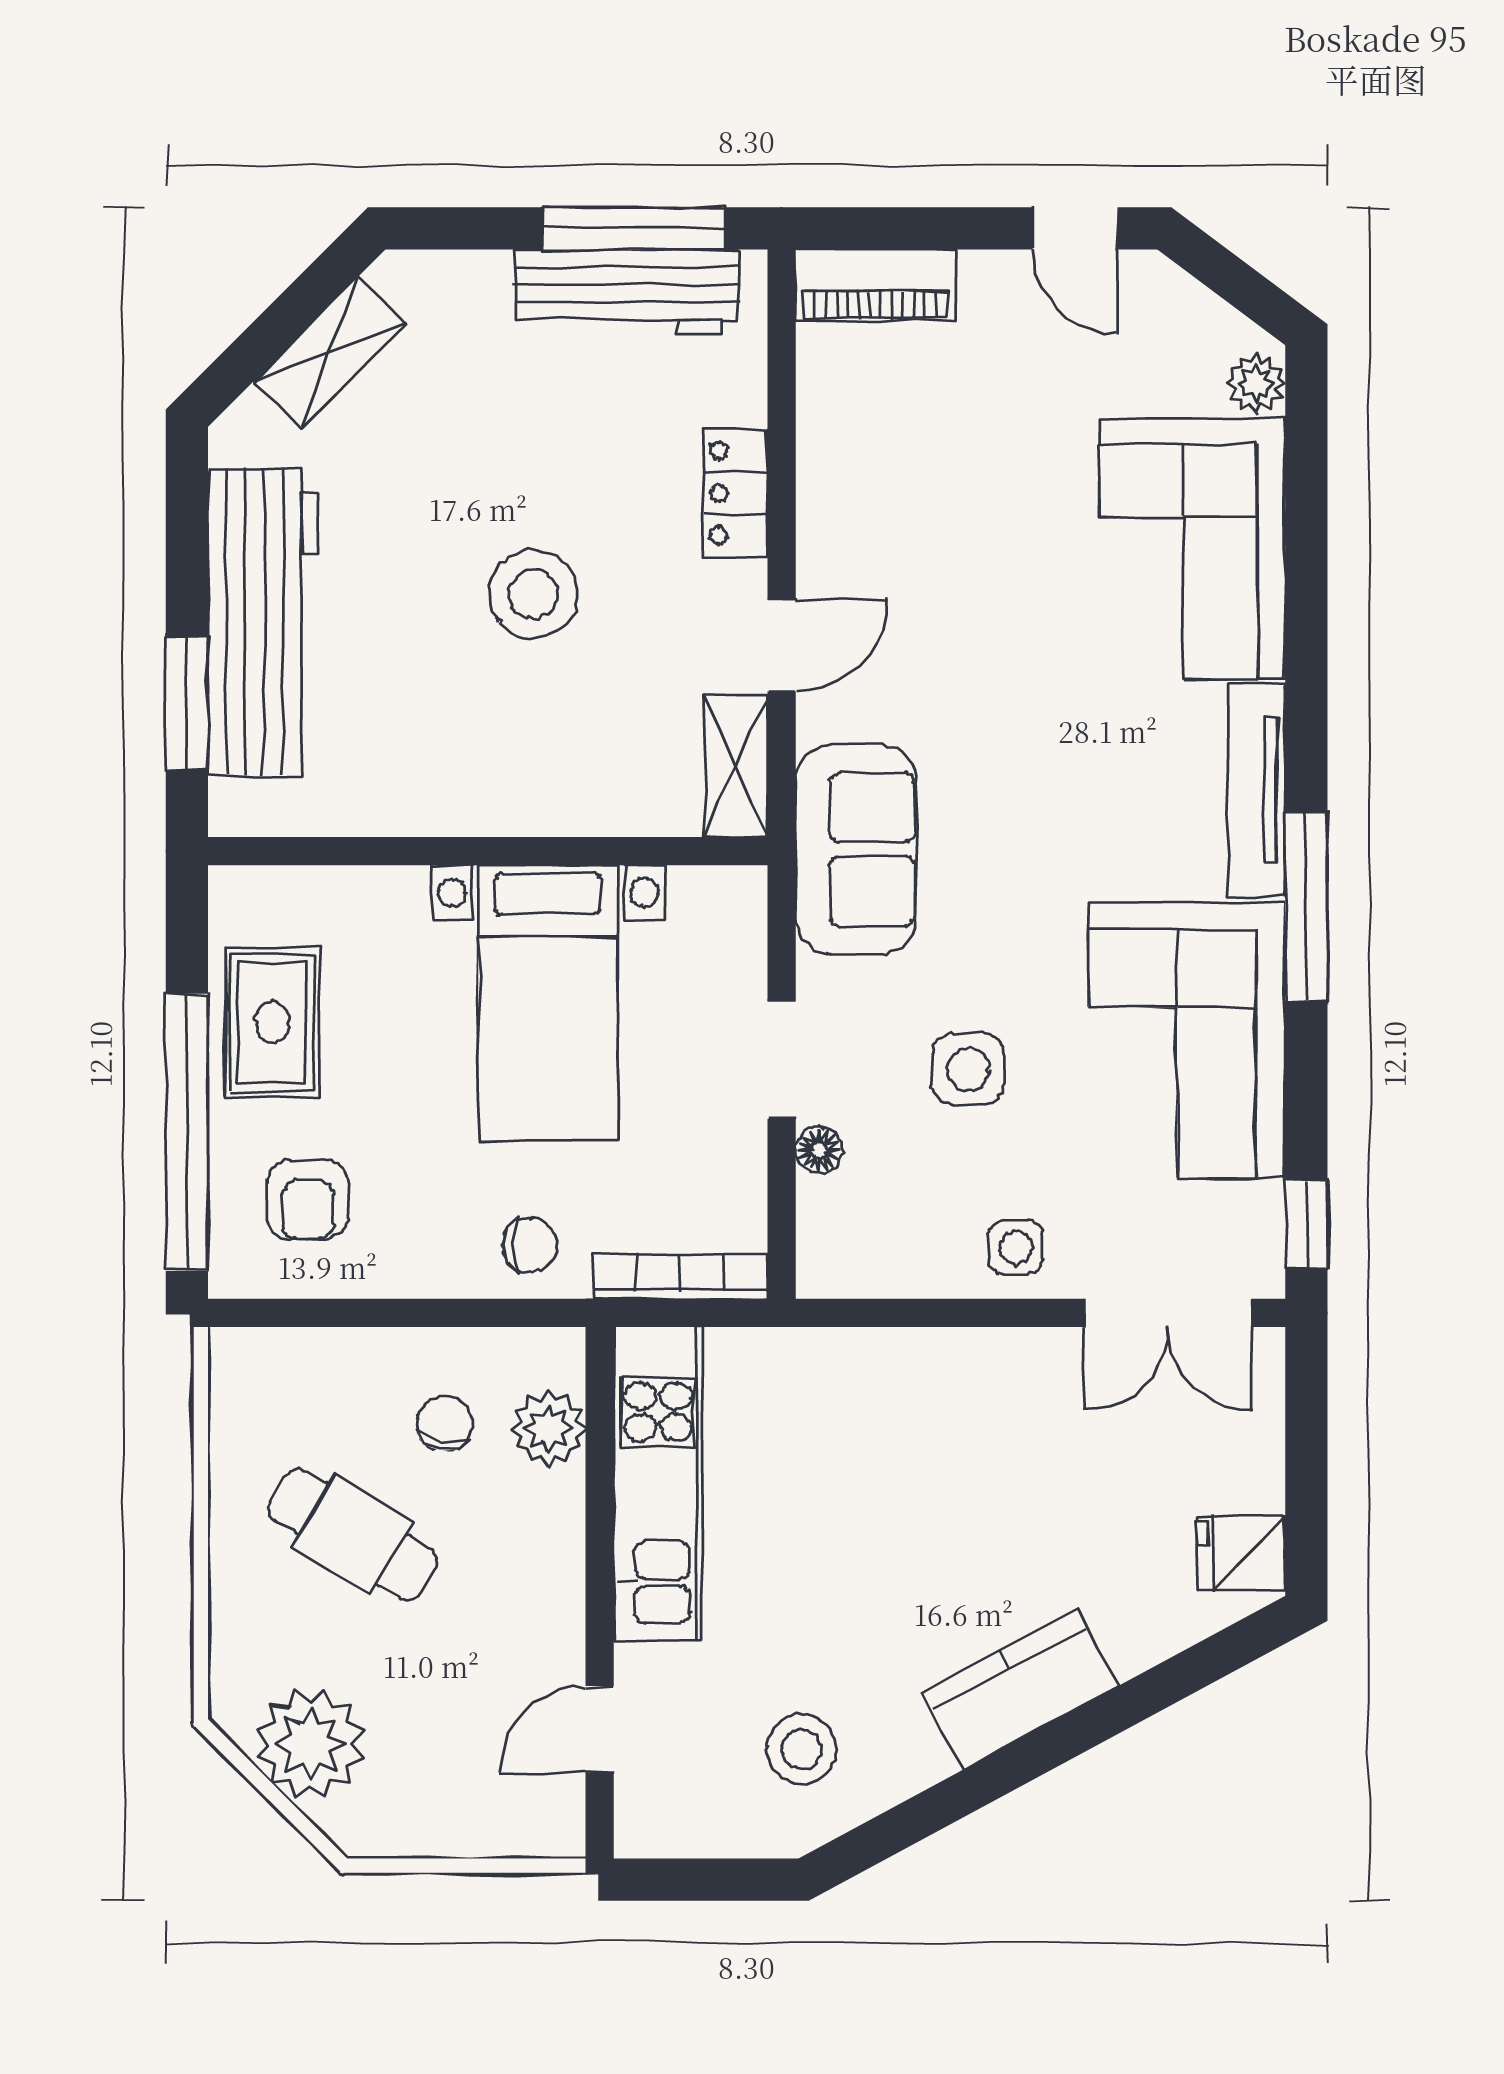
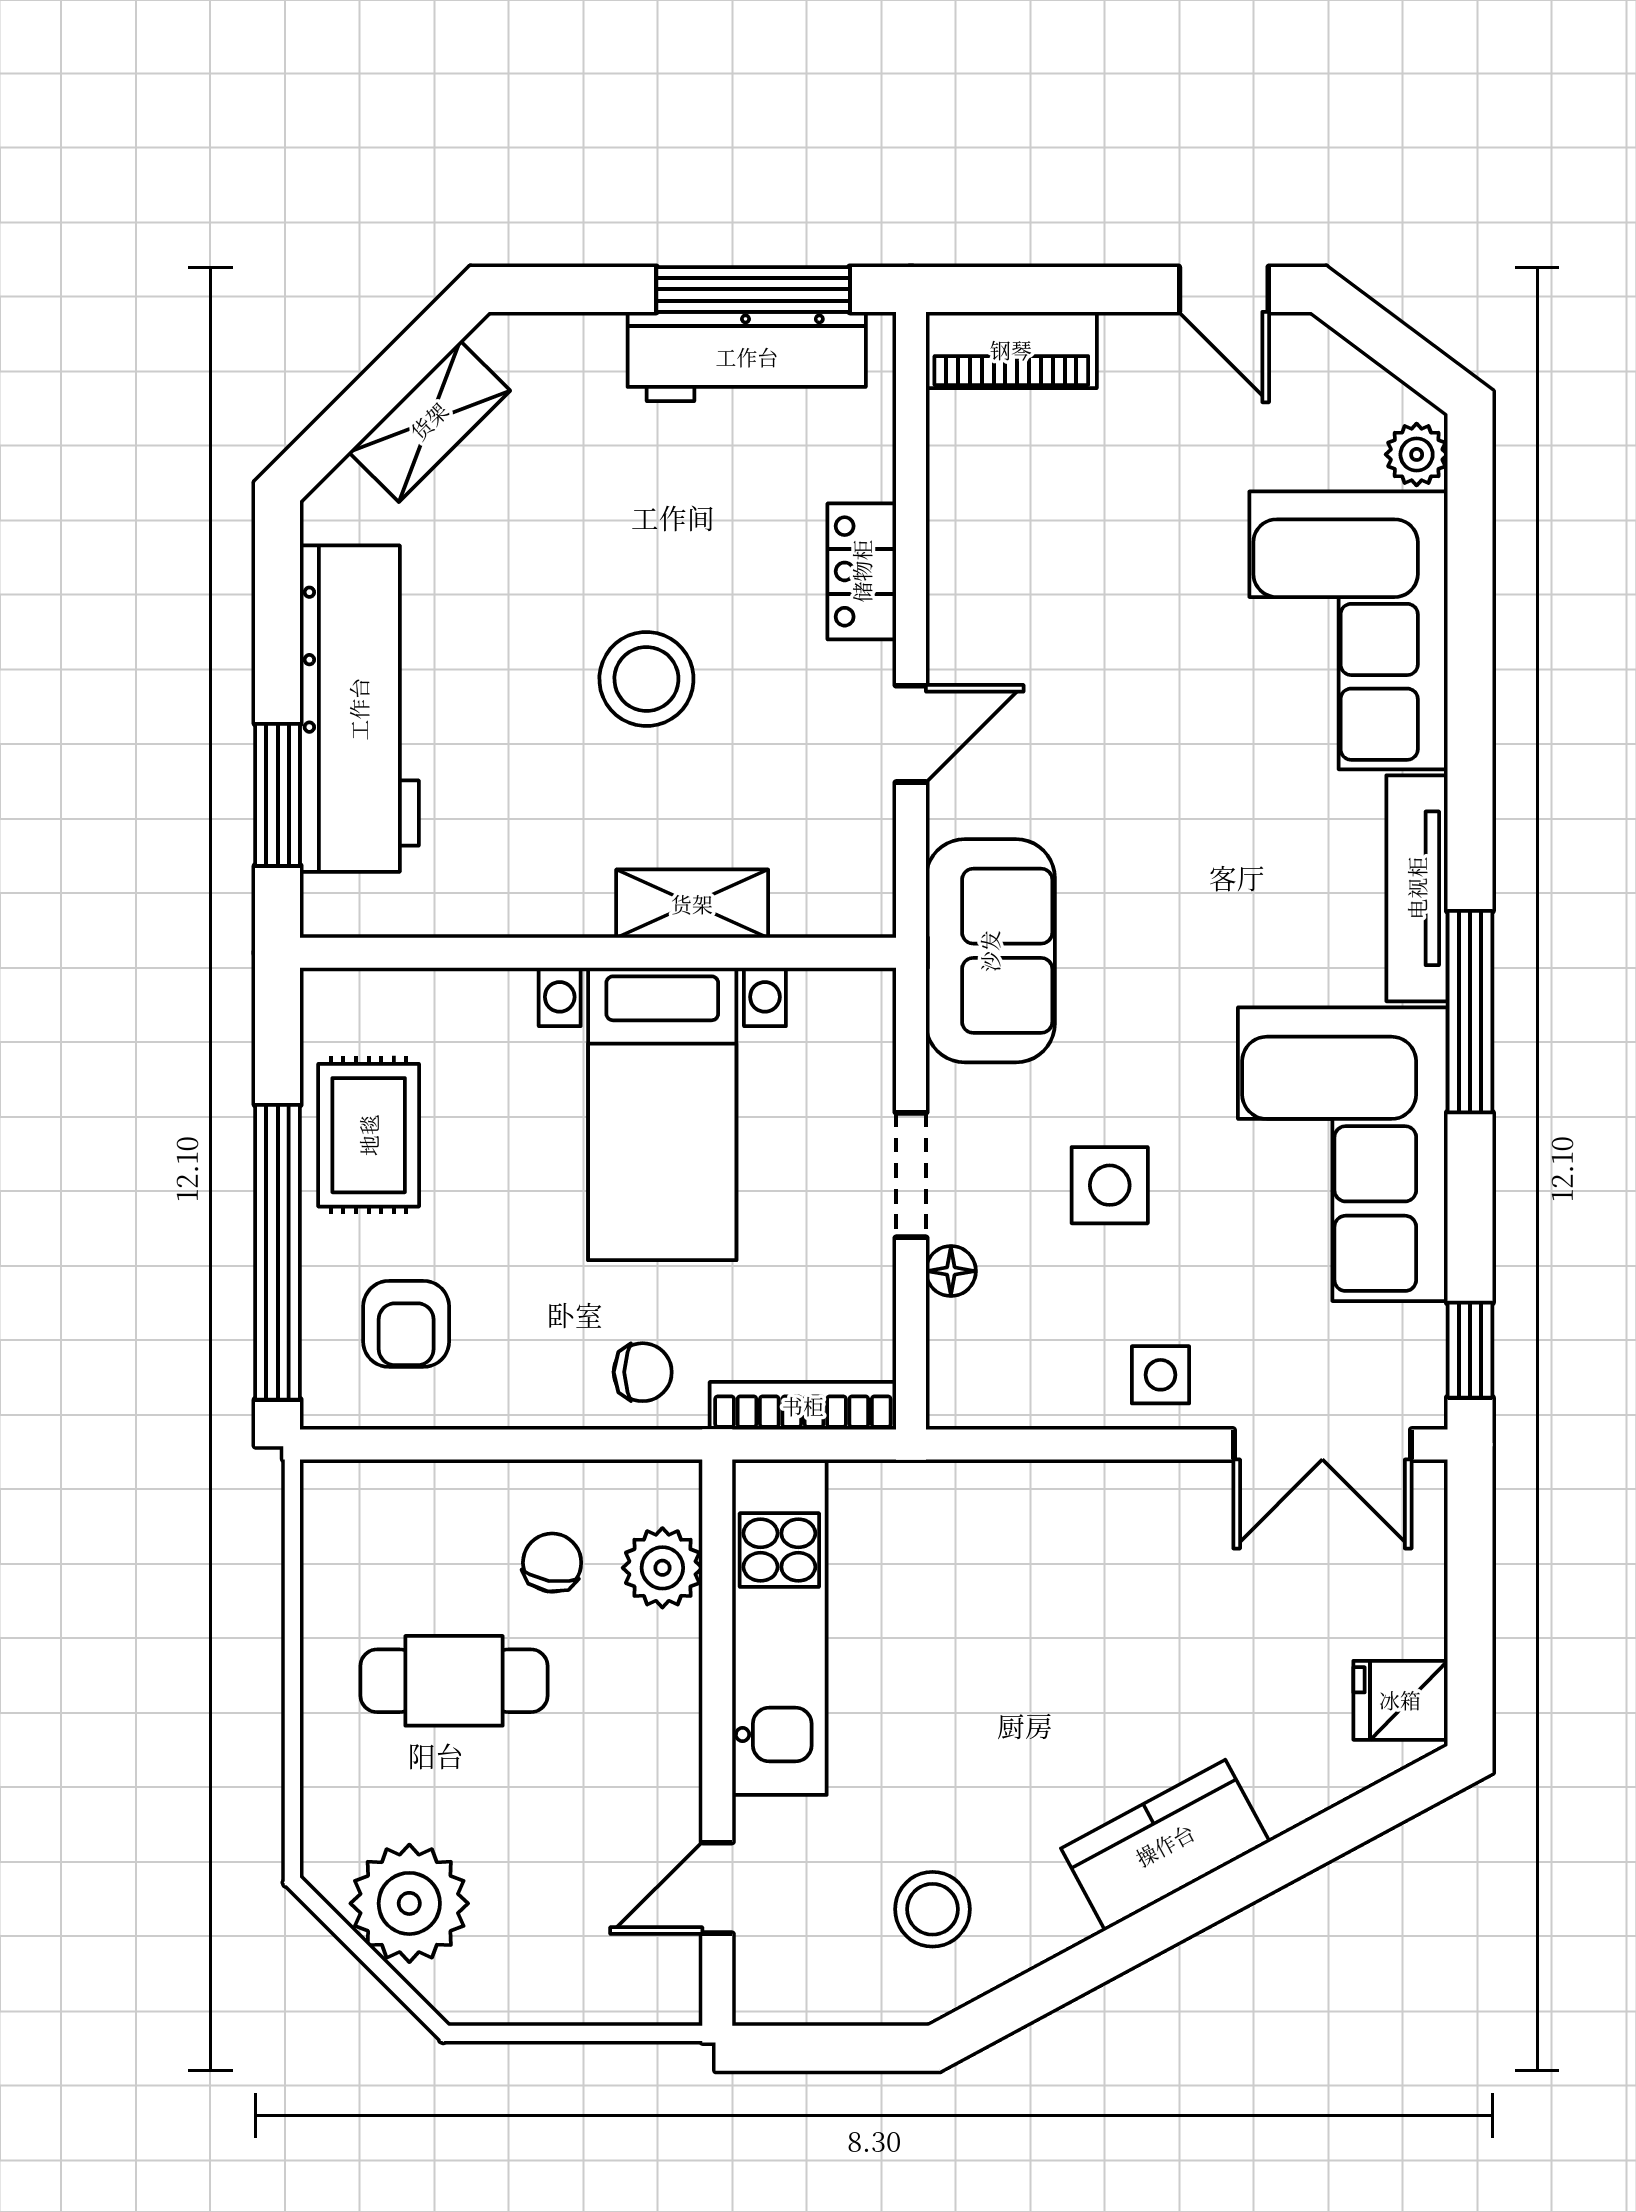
shelving: (736, 766) -> (692, 904), moved, turned 90
cafe table: (353, 1535) -> (454, 1681), turned -32

